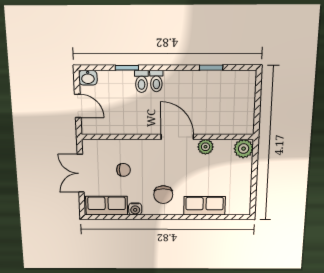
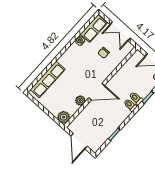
door: (258, 104) -> (79, 141), added
double door: (81, 173) -> (120, 31), swing flipped
chair: (163, 195) -> (75, 60), removed
row of seats: (205, 206) -> (48, 79), width x1.48

